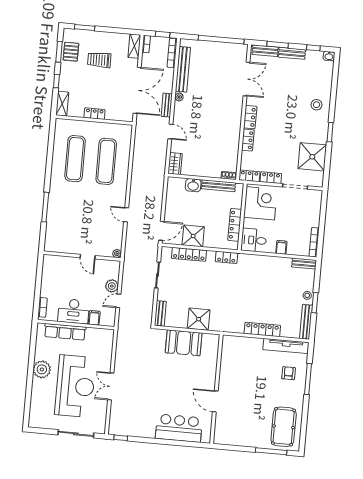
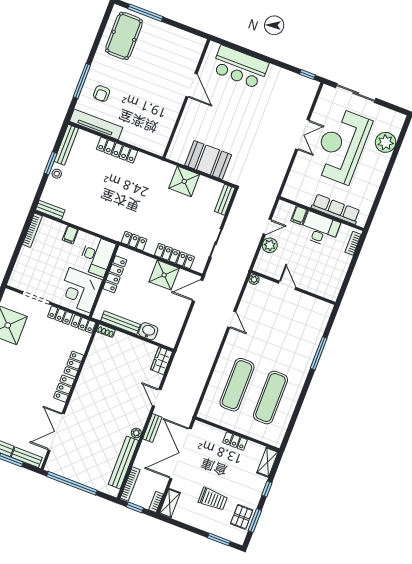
desk: (254, 240) -> (97, 256), width x1.37
plant: (42, 369) -> (386, 142), moved

